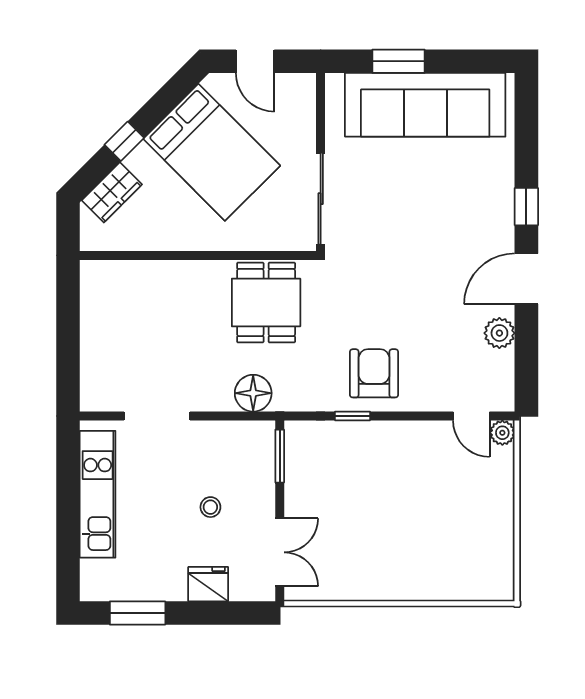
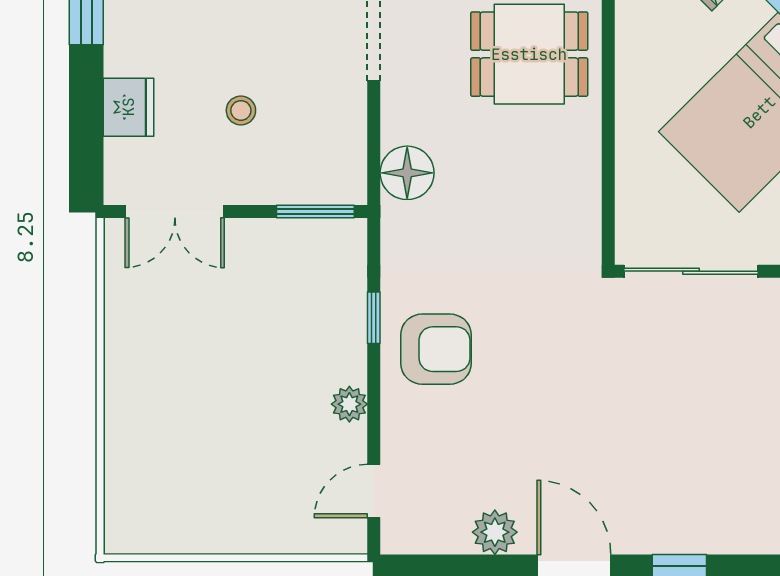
dining table: (266, 302) -> (529, 54), moved
plant: (502, 433) -> (349, 404), moved

